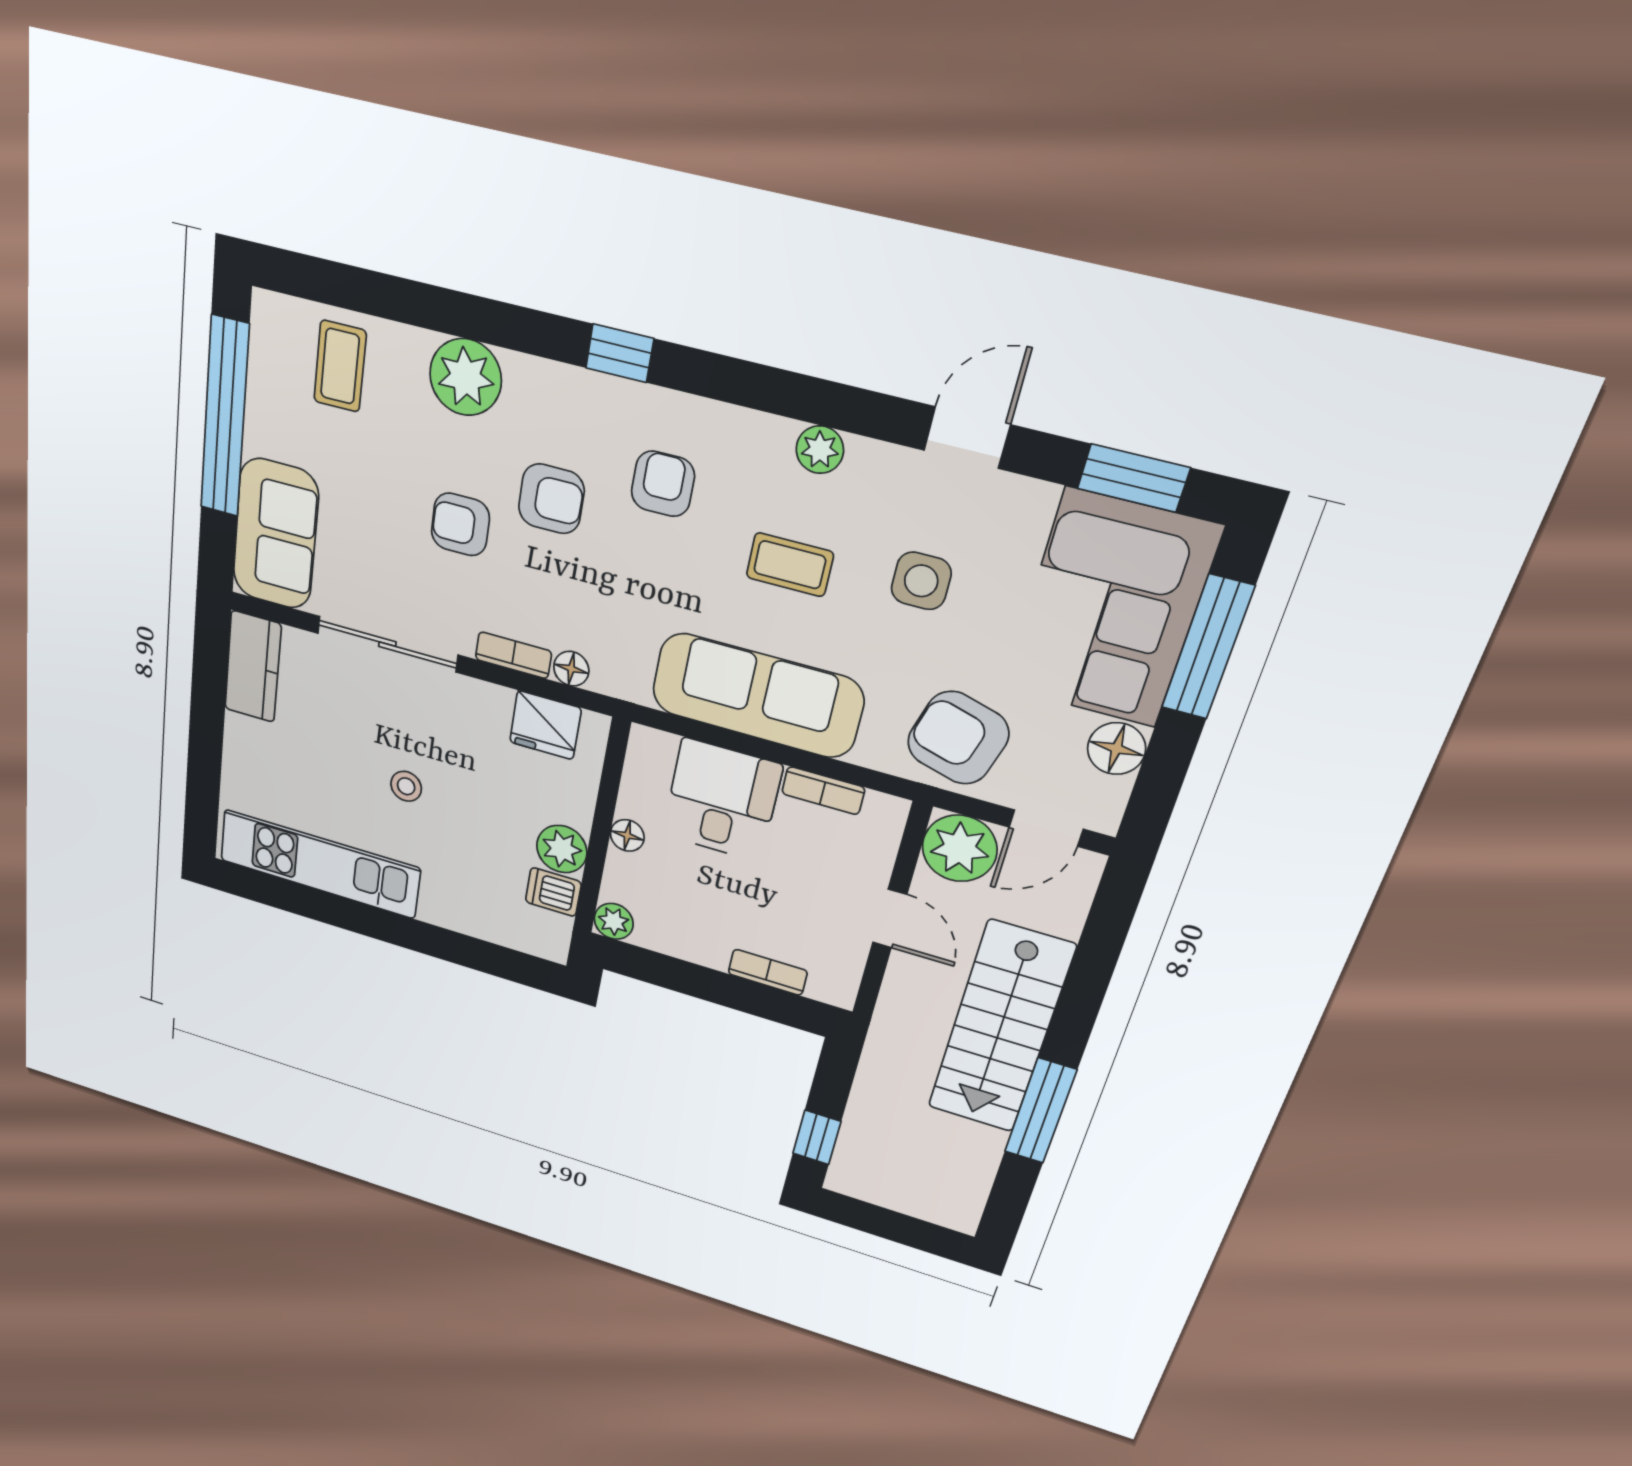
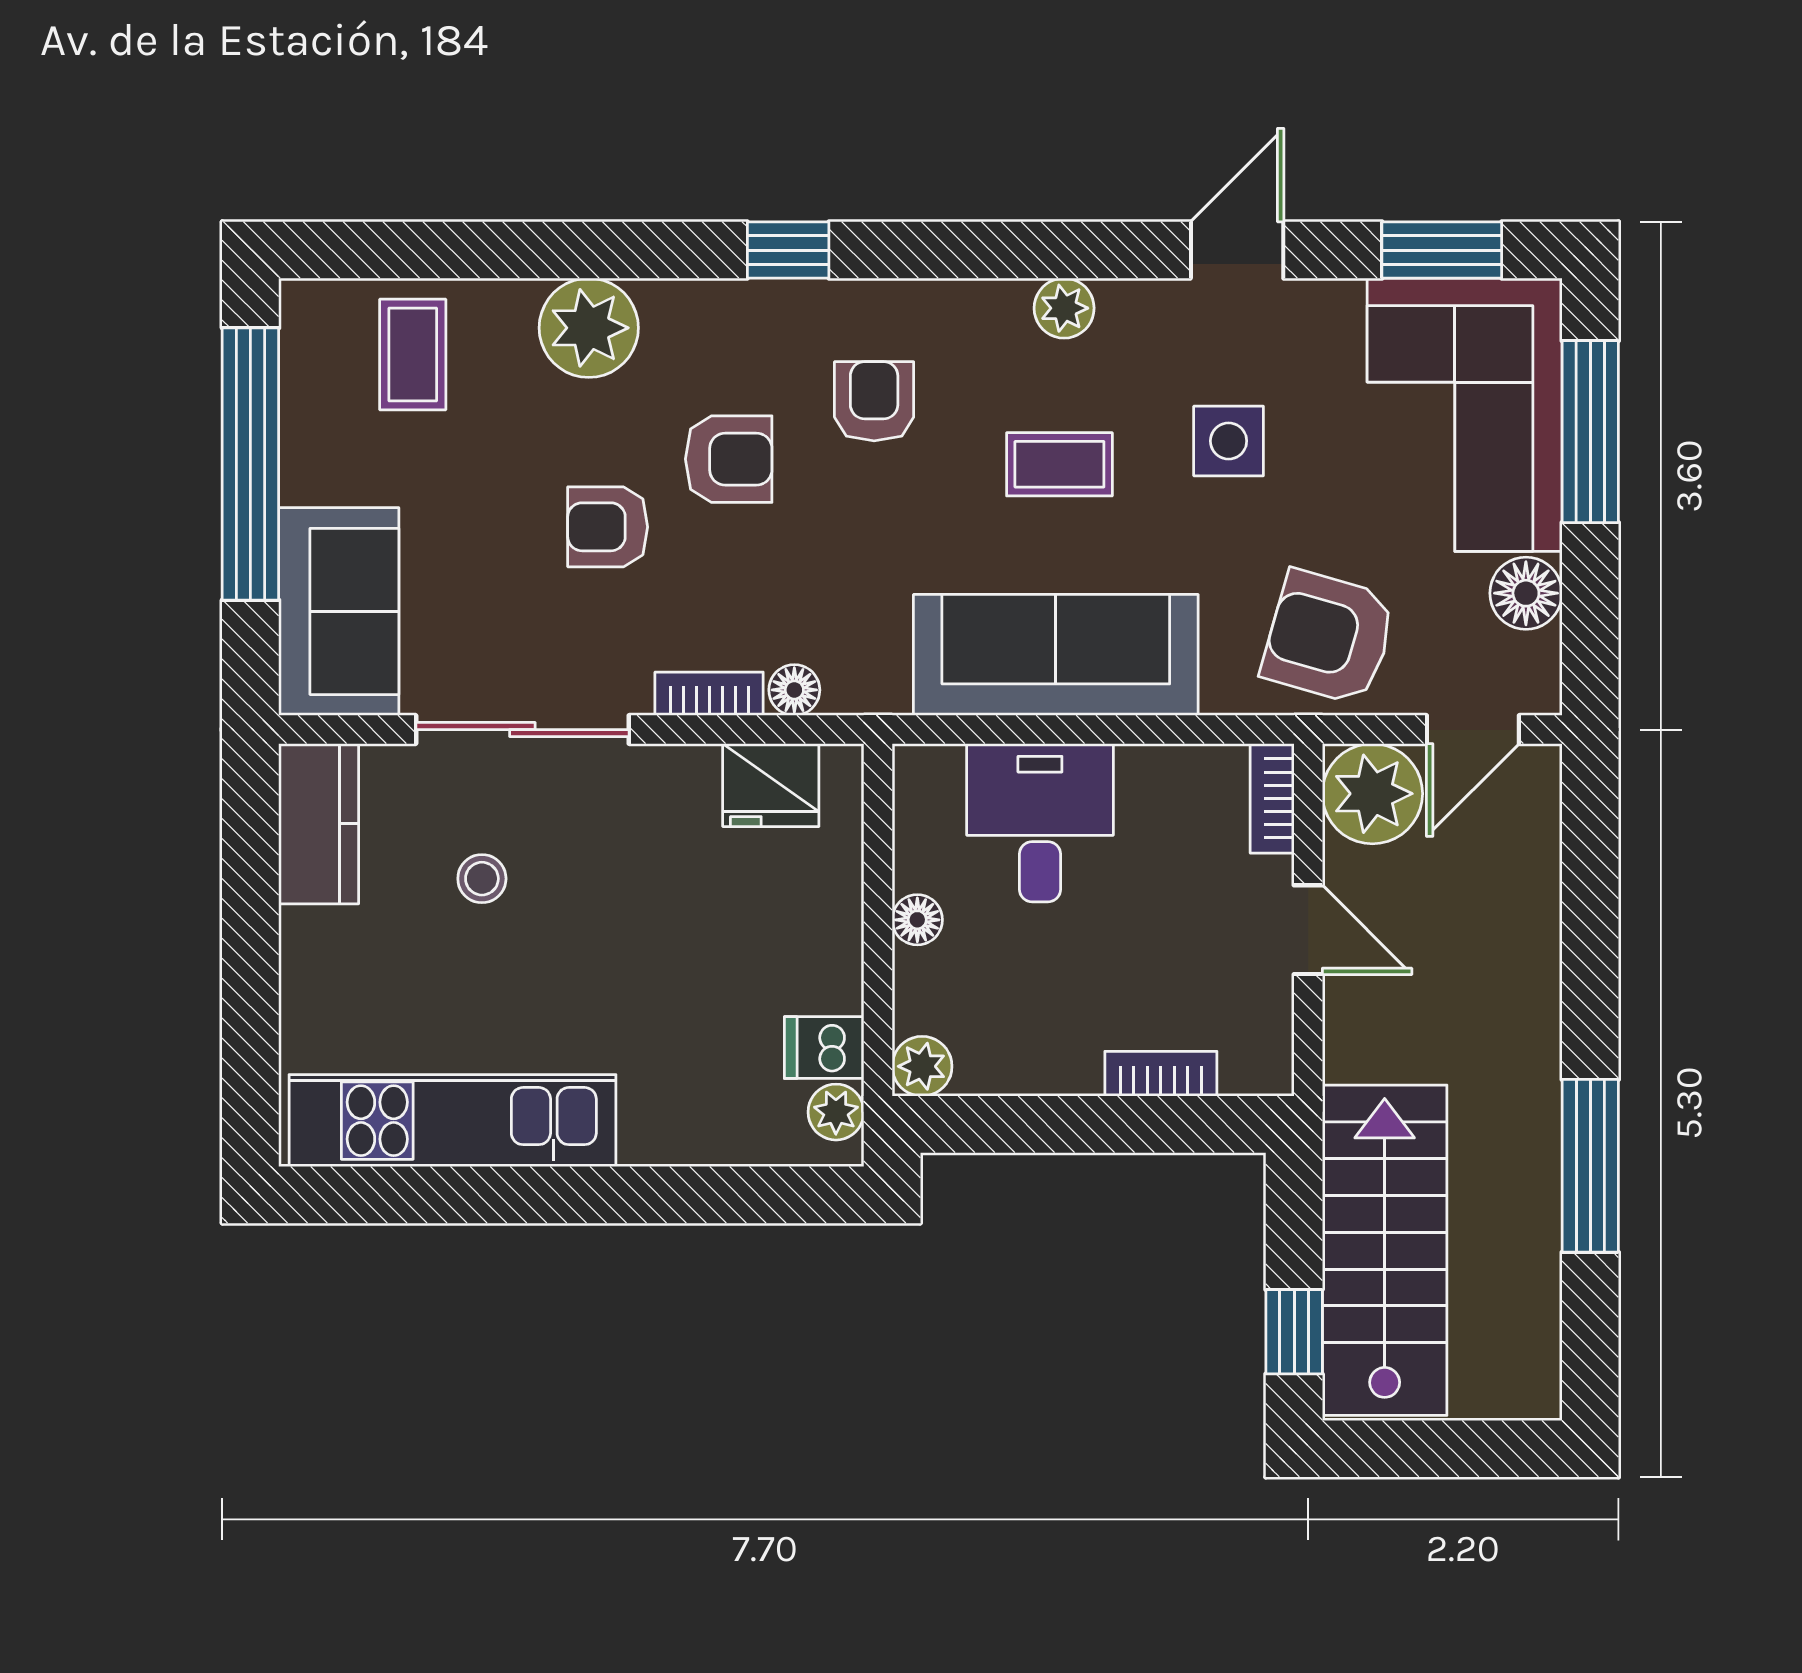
stool: (406, 786) -> (482, 879), moved
bookcase: (823, 791) -> (1272, 798), moved, turned 90
plant: (562, 849) -> (836, 1112), moved, width x0.73, depth x0.73
stairs: (1001, 1028) -> (1385, 1250), moved, turned 180

